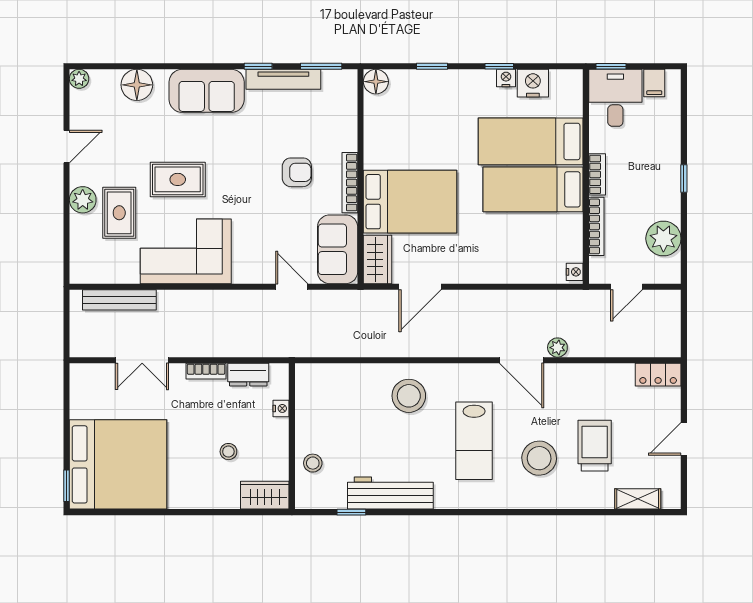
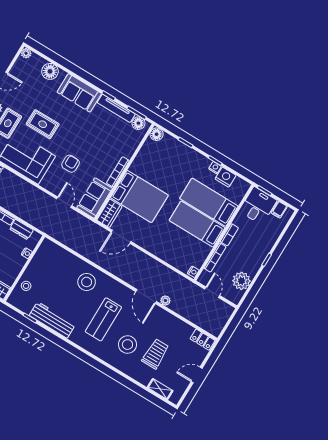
floor lamp: (335, 82) -> (138, 123), added
armchair: (297, 172) -> (71, 164), moved, turned -90
door: (627, 287) -> (212, 292), swing flipped

